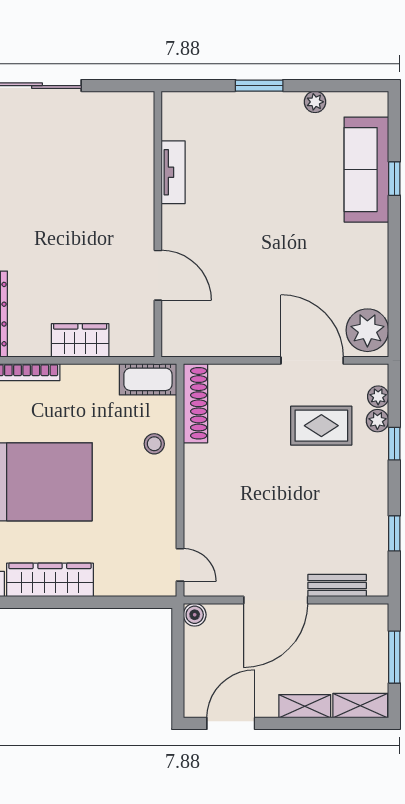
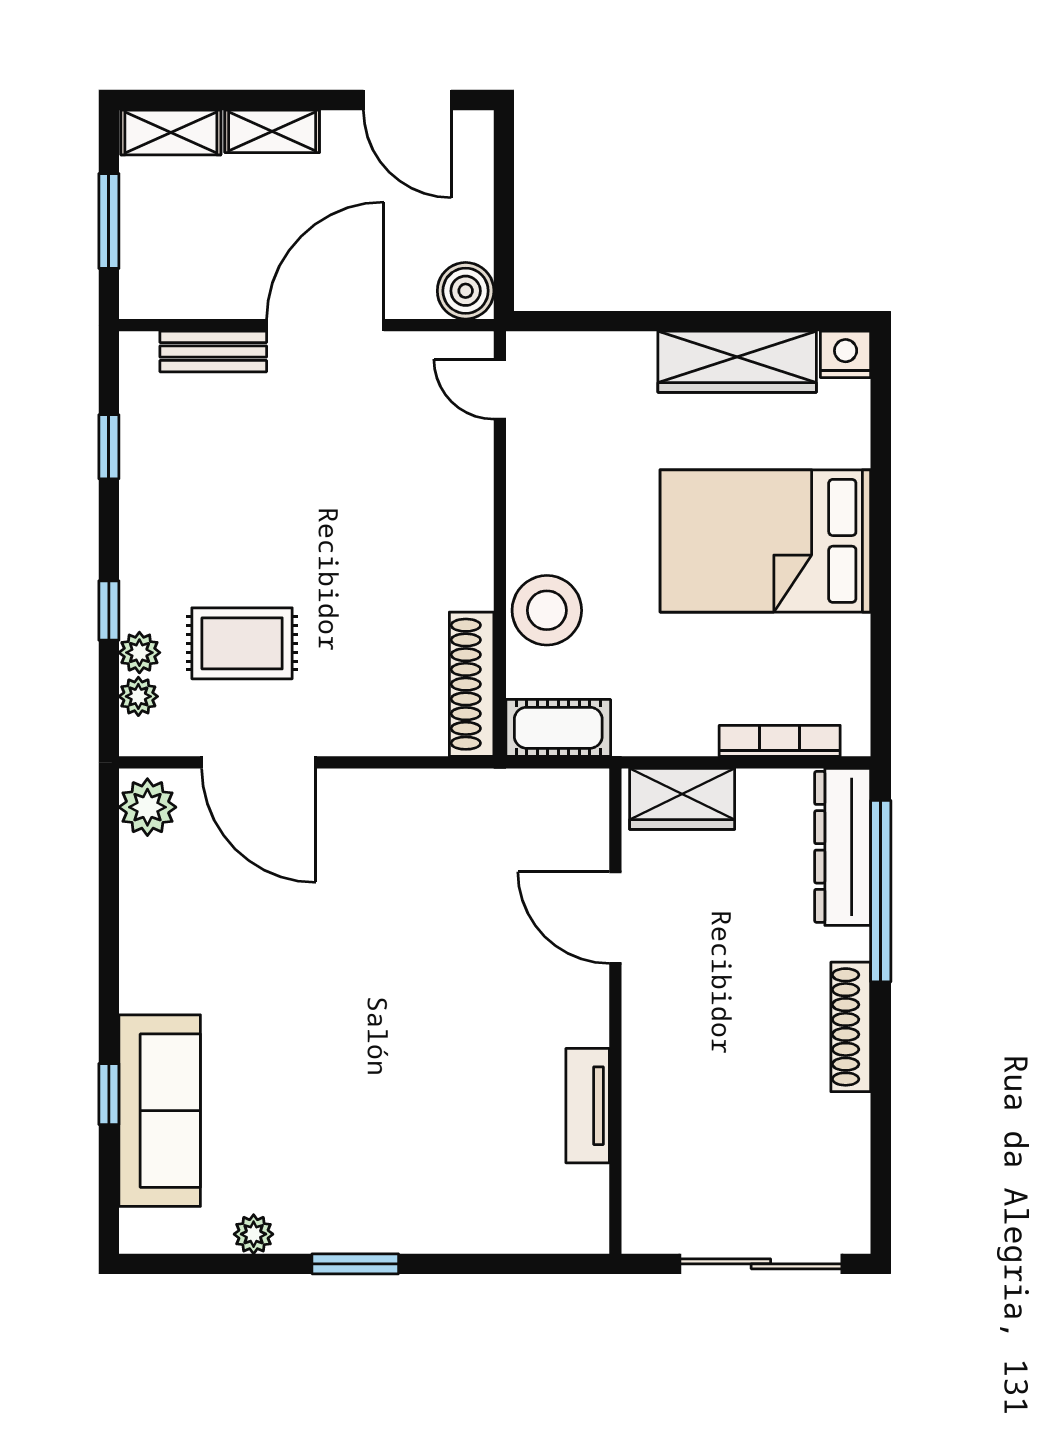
tv unit: (173, 172) -> (588, 1106), moved
wall: (158, 224) -> (615, 1011), moved
door: (158, 275) -> (615, 918), moved
plant: (367, 330) -> (147, 807), width x0.73, depth x0.73
stool: (154, 444) -> (547, 610), width x1.89, depth x1.89
boiler: (195, 615) -> (466, 291), width x1.36, depth x1.36
door: (231, 723) -> (407, 100), hinge flipped

